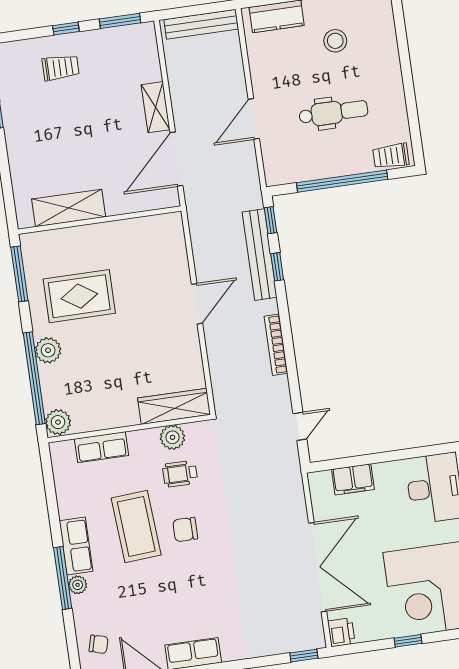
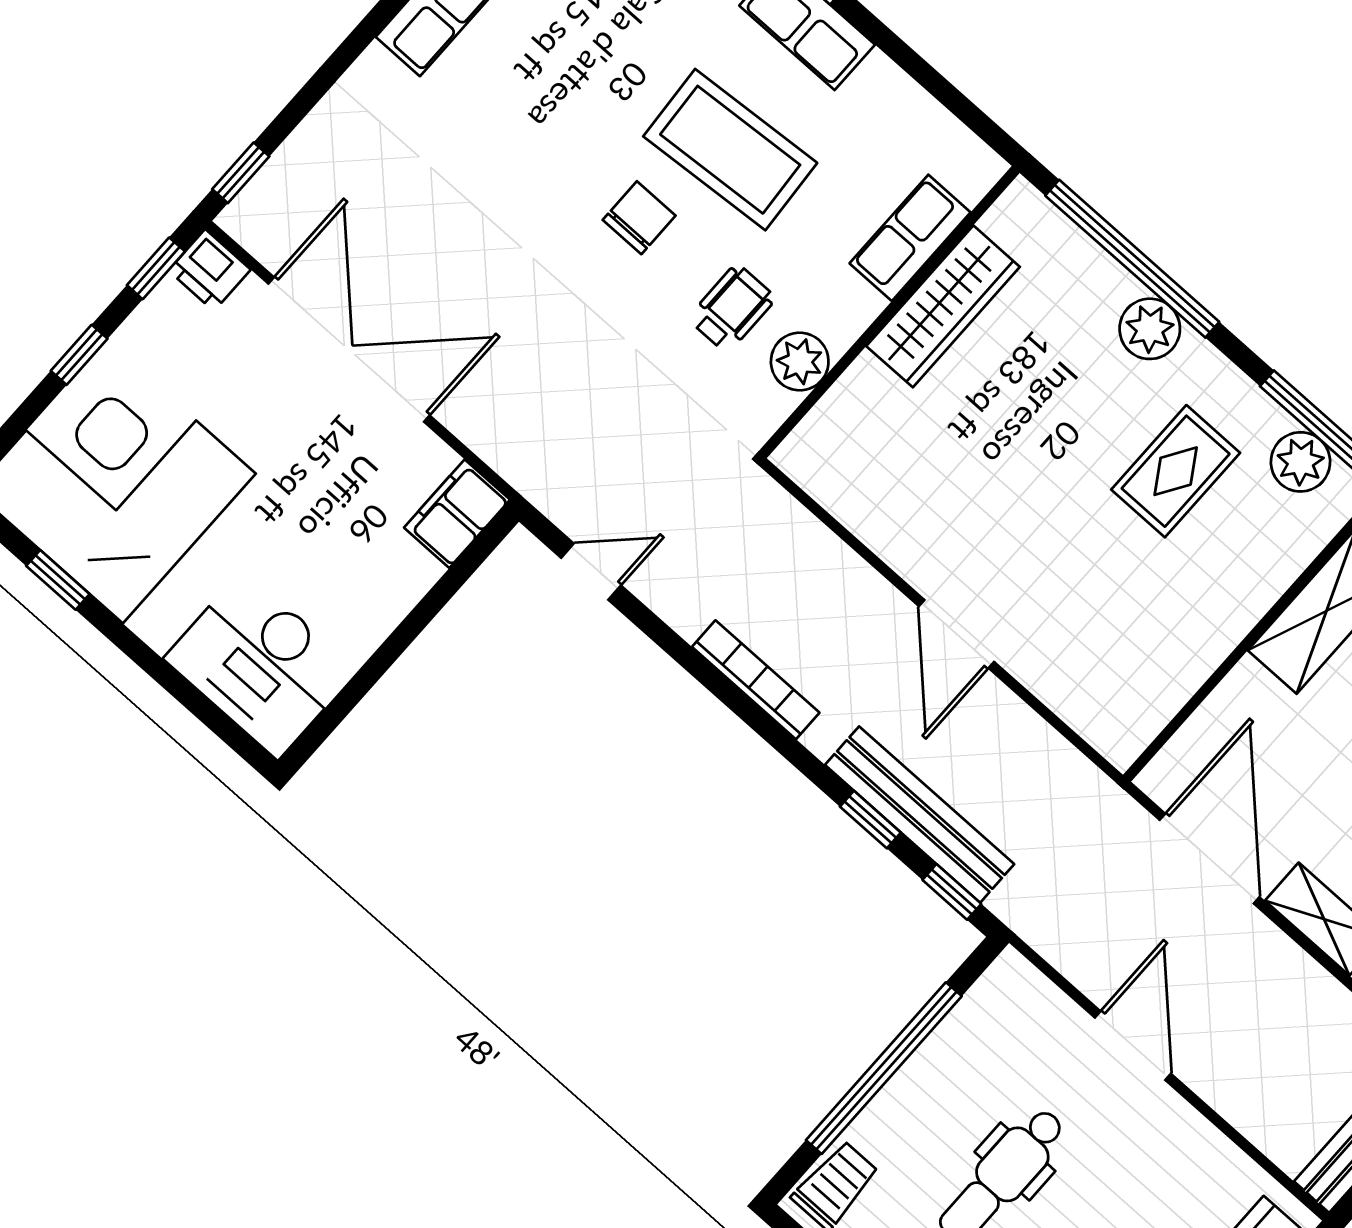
rug: (79, 296) -> (1176, 471), width x0.73, depth x0.70
wardrobe: (174, 406) -> (943, 306), moved
plant: (58, 422) -> (1301, 462), moved
door: (300, 426) -> (591, 572), swing flipped
filing cabinet: (353, 479) -> (457, 514), moved
double door: (318, 567) -> (349, 350), swing flipped
window: (359, 648) -> (156, 268), added

